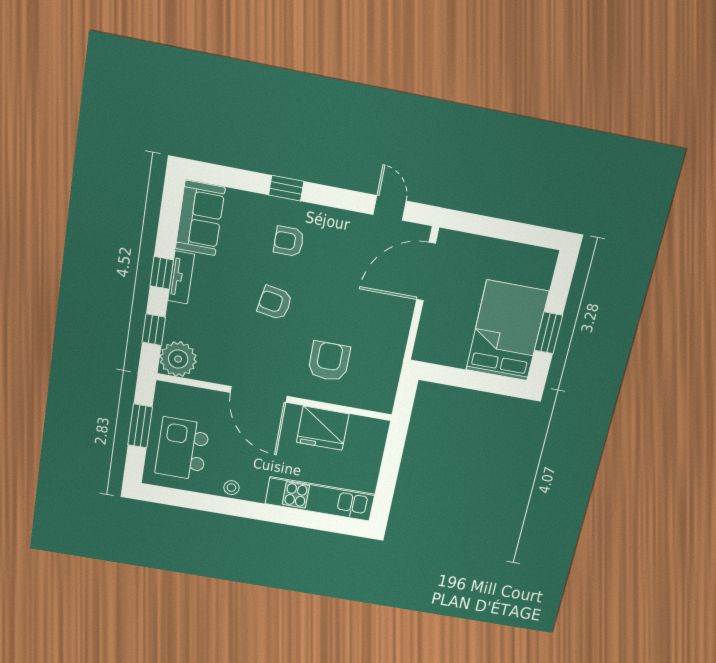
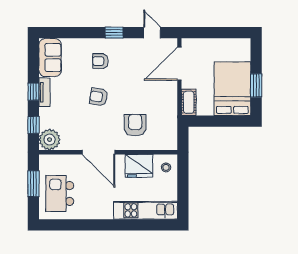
window: (286, 188) -> (114, 33), moved
cot: (428, 340) -> (189, 102), added
stool: (231, 488) -> (166, 167), moved

